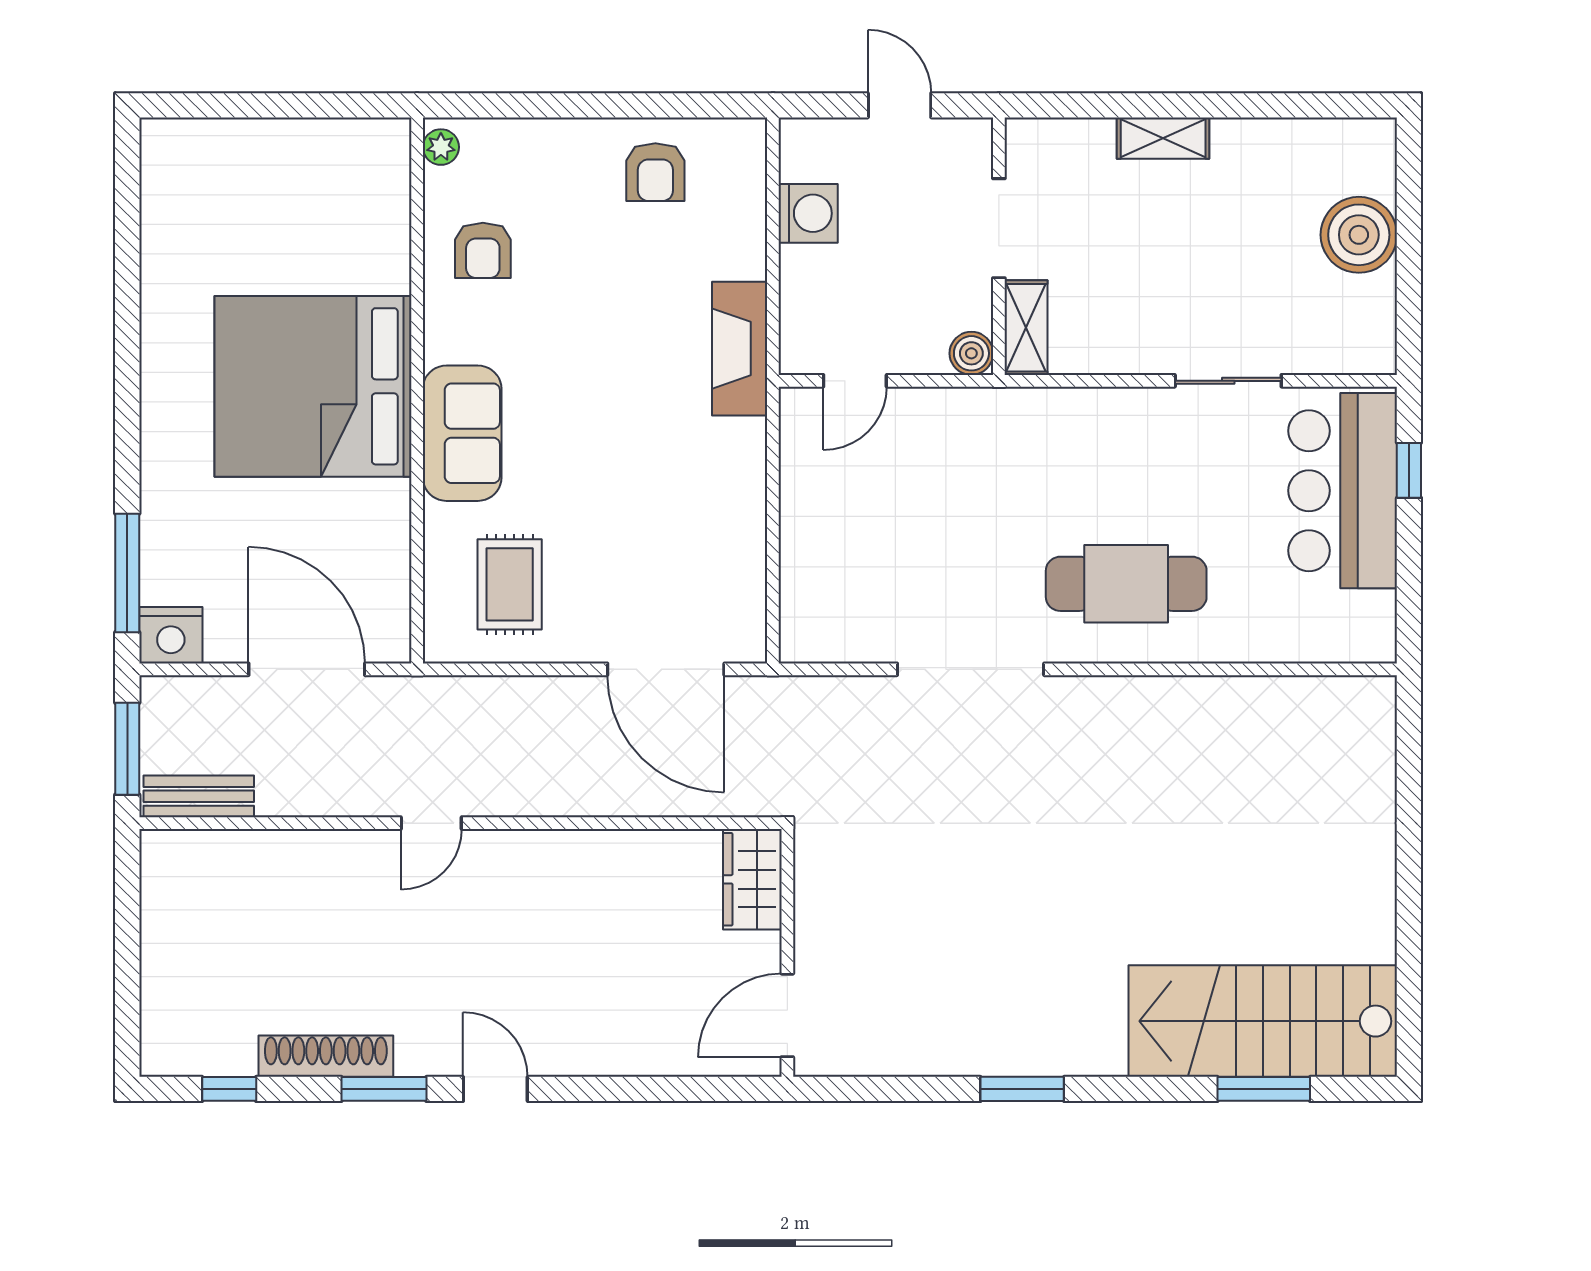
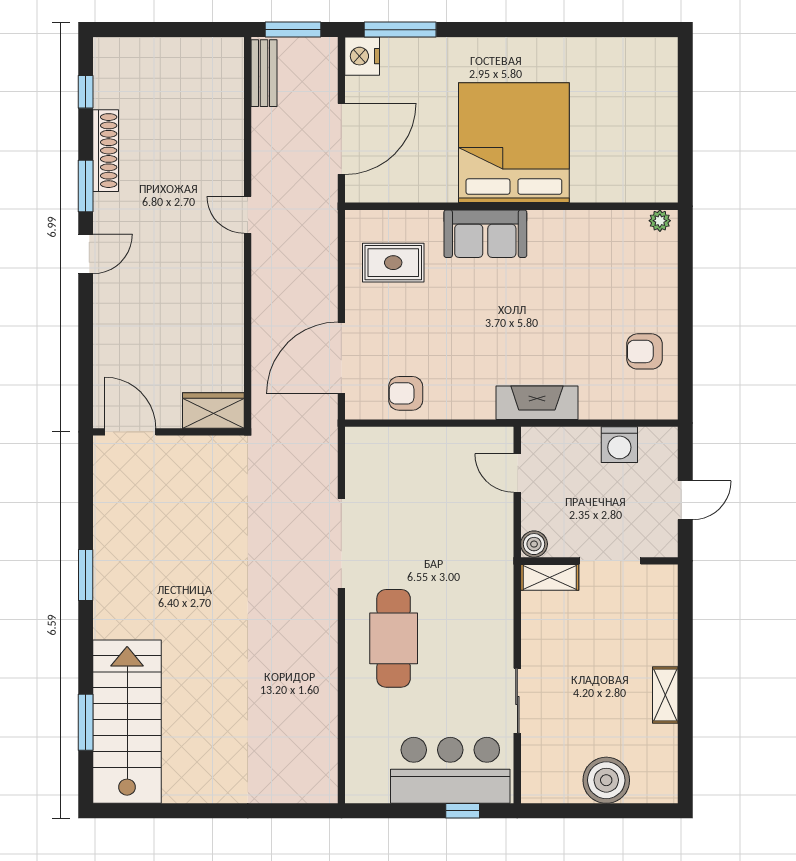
shelving: (1163, 138) -> (665, 695), moved
armchair: (483, 250) -> (406, 393), moved

